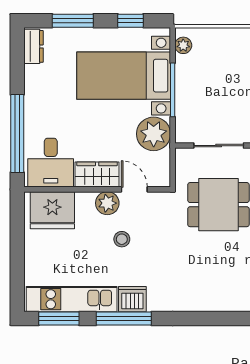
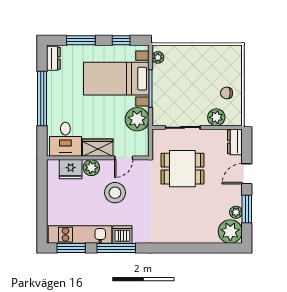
window: (17, 134) -> (42, 99), moved
door: (134, 189) -> (124, 158), swing flipped
plant: (107, 203) -> (91, 168), moved
fridge: (52, 210) -> (71, 169), width x0.73, depth x0.75
stool: (122, 239) -> (115, 193), width x1.89, depth x1.89

